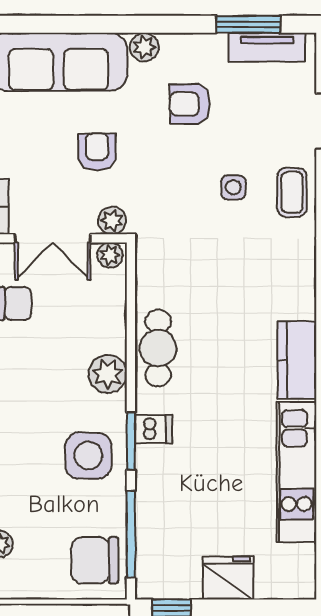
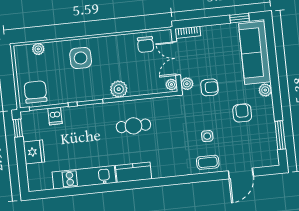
tv unit: (267, 47) -> (271, 144), removed
armchair: (97, 152) -> (209, 87), moved
cafe table: (158, 348) -> (133, 126), moved
dishwasher: (153, 429) -> (55, 116), moved
side table: (88, 456) -> (81, 58), moved

